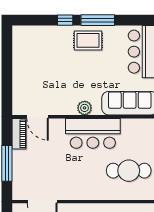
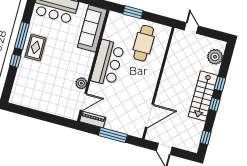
plant: (85, 108) -> (81, 83), moved

